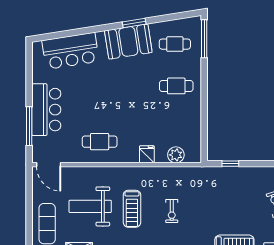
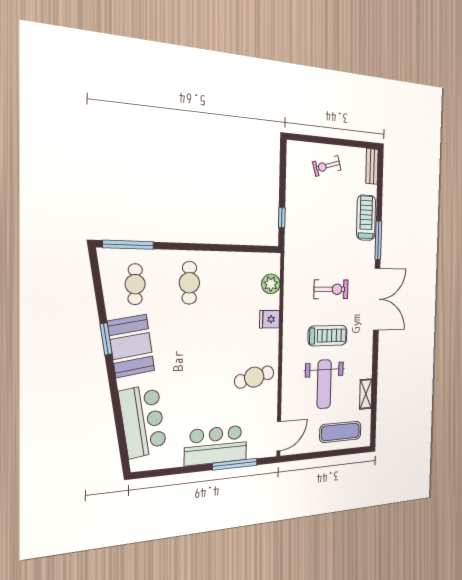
cafe table: (100, 142) -> (254, 377), turned 76
exercise bike: (172, 211) -> (331, 289), width x1.38, depth x1.39

